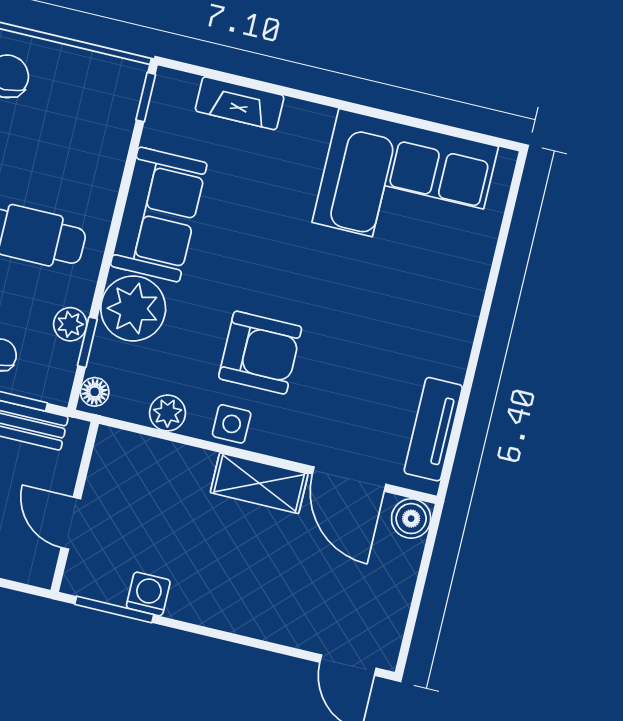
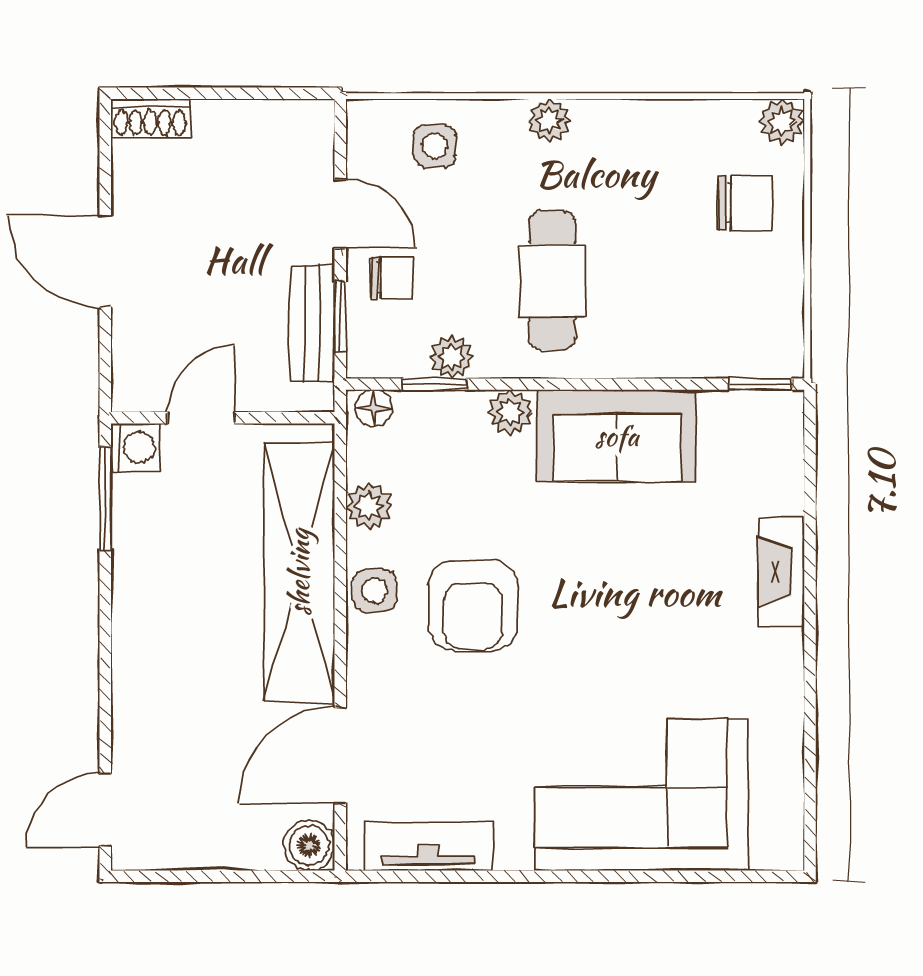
fireplace: (240, 103) -> (781, 572), moved
corner sofa: (405, 184) -> (642, 795), moved, turned 90
plant: (133, 308) -> (510, 412), width x0.53, depth x0.53
shelving: (259, 483) -> (299, 572), width x2.20, depth x1.33
washing machine: (148, 594) -> (135, 448), moved

